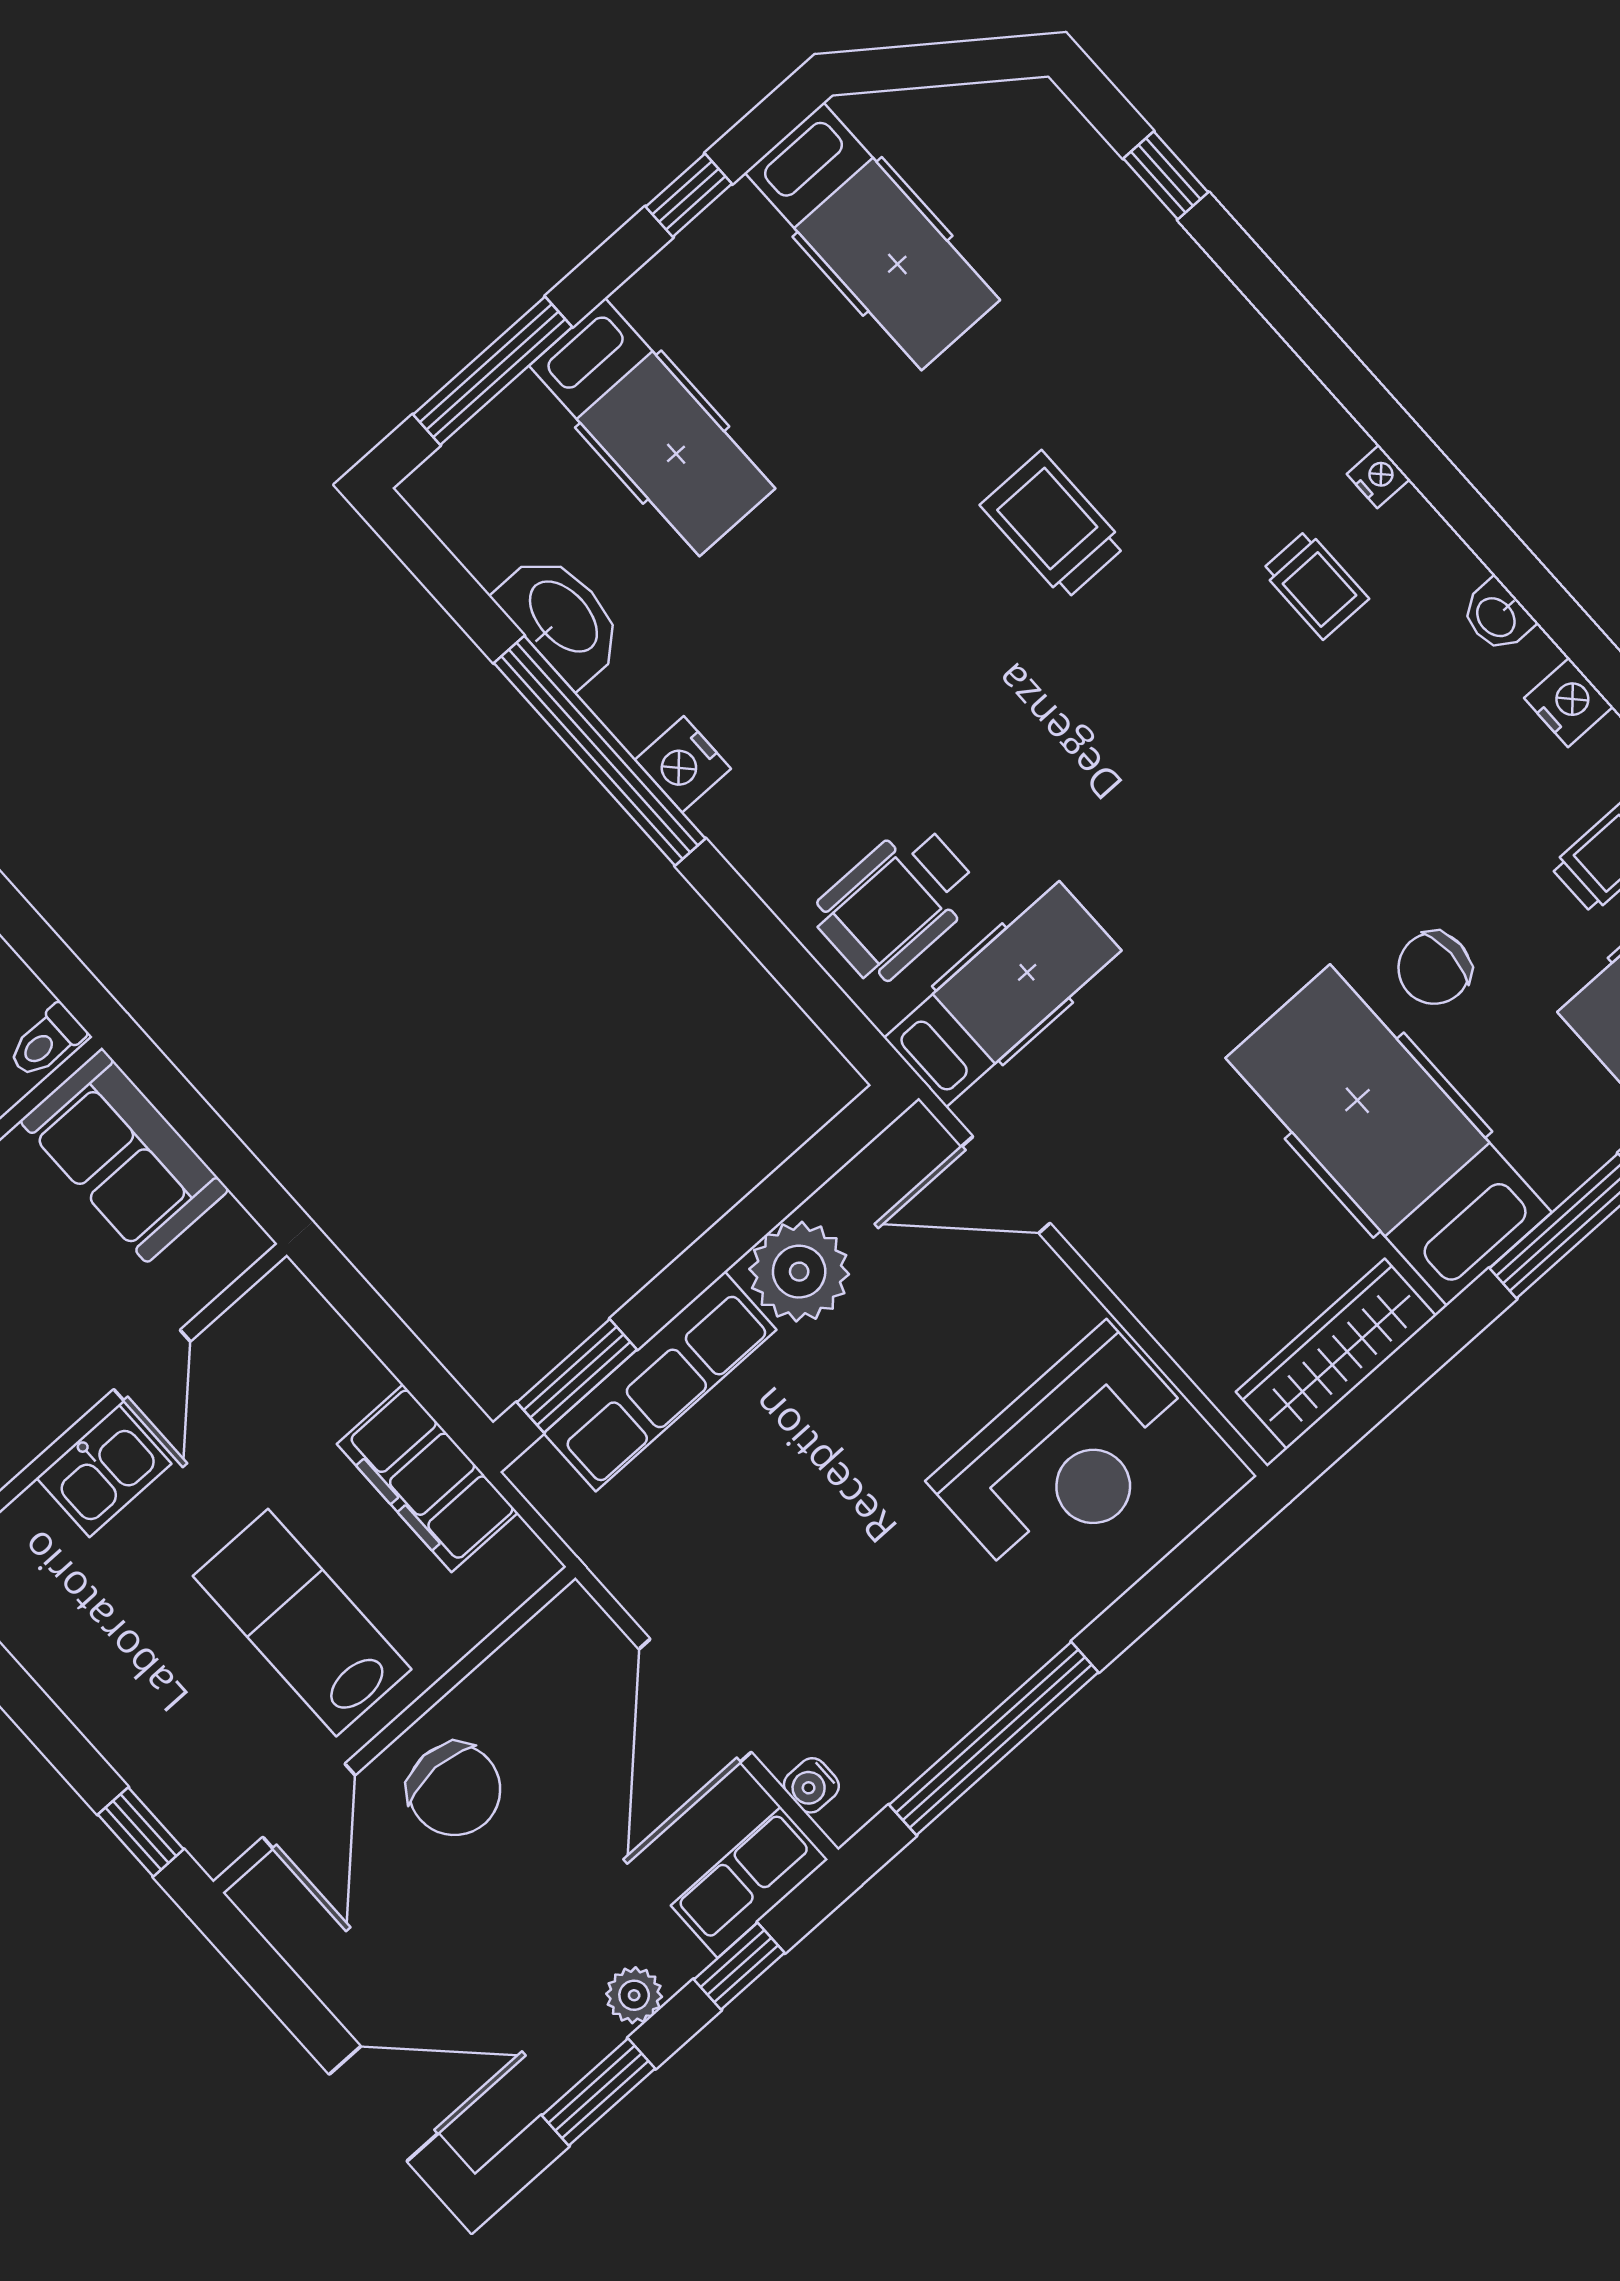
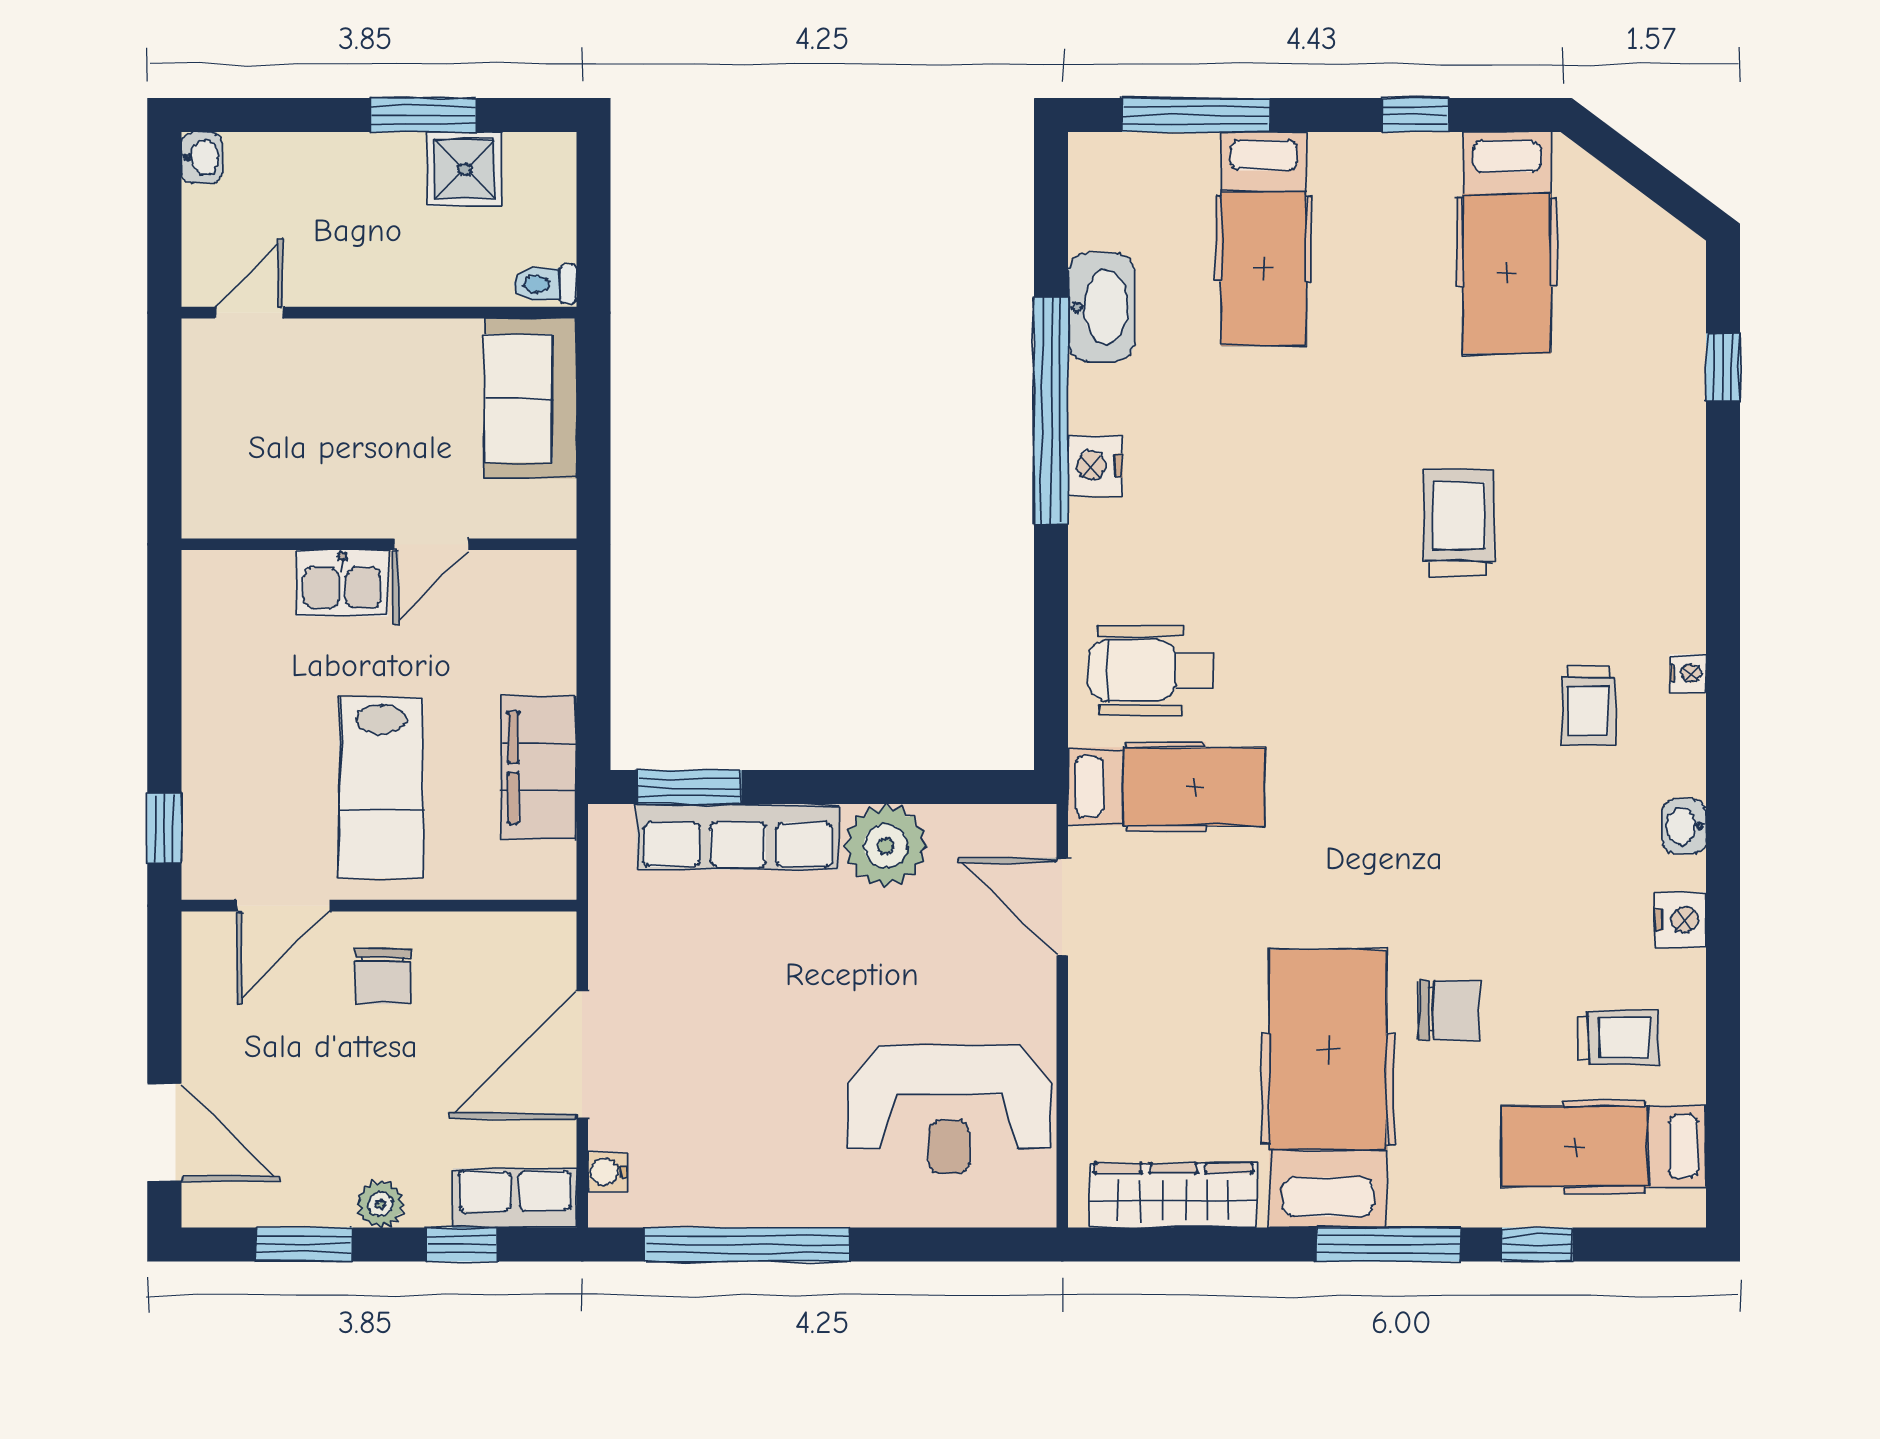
chair: (1434, 968) -> (1449, 1010), turned 180
lab bench: (302, 1623) -> (381, 788), turned 180
chair: (454, 1790) -> (383, 976), width x0.73, depth x0.73

